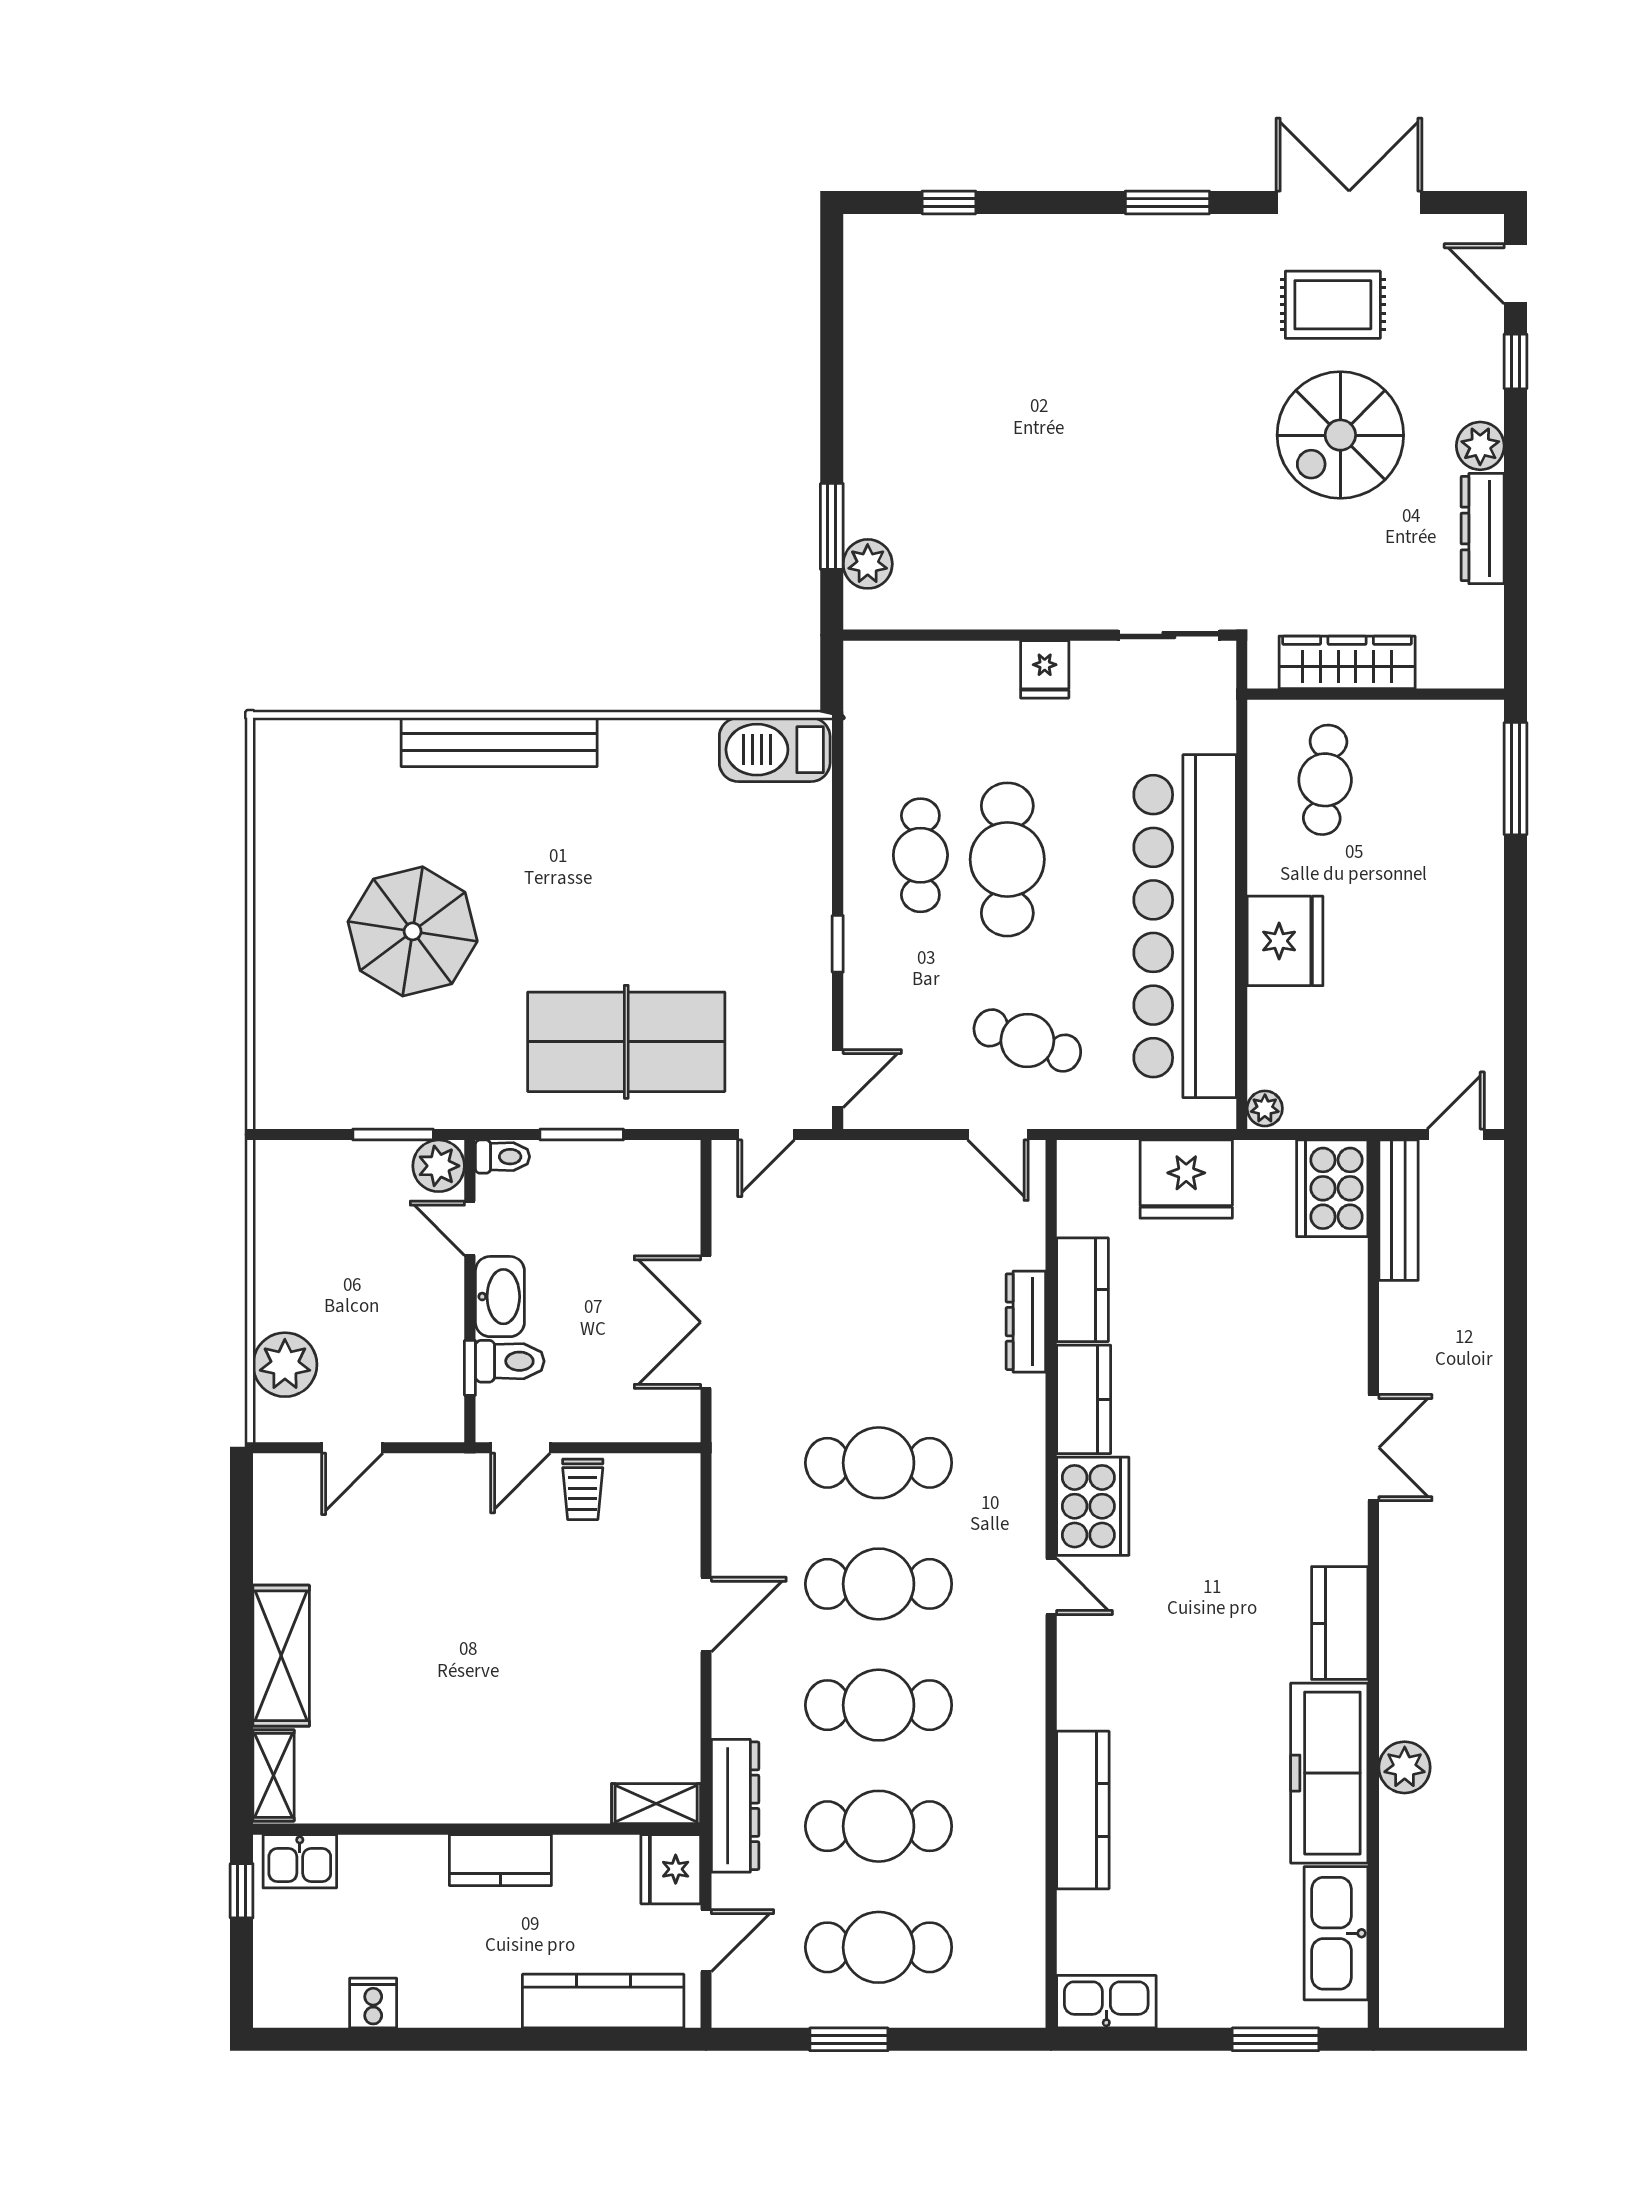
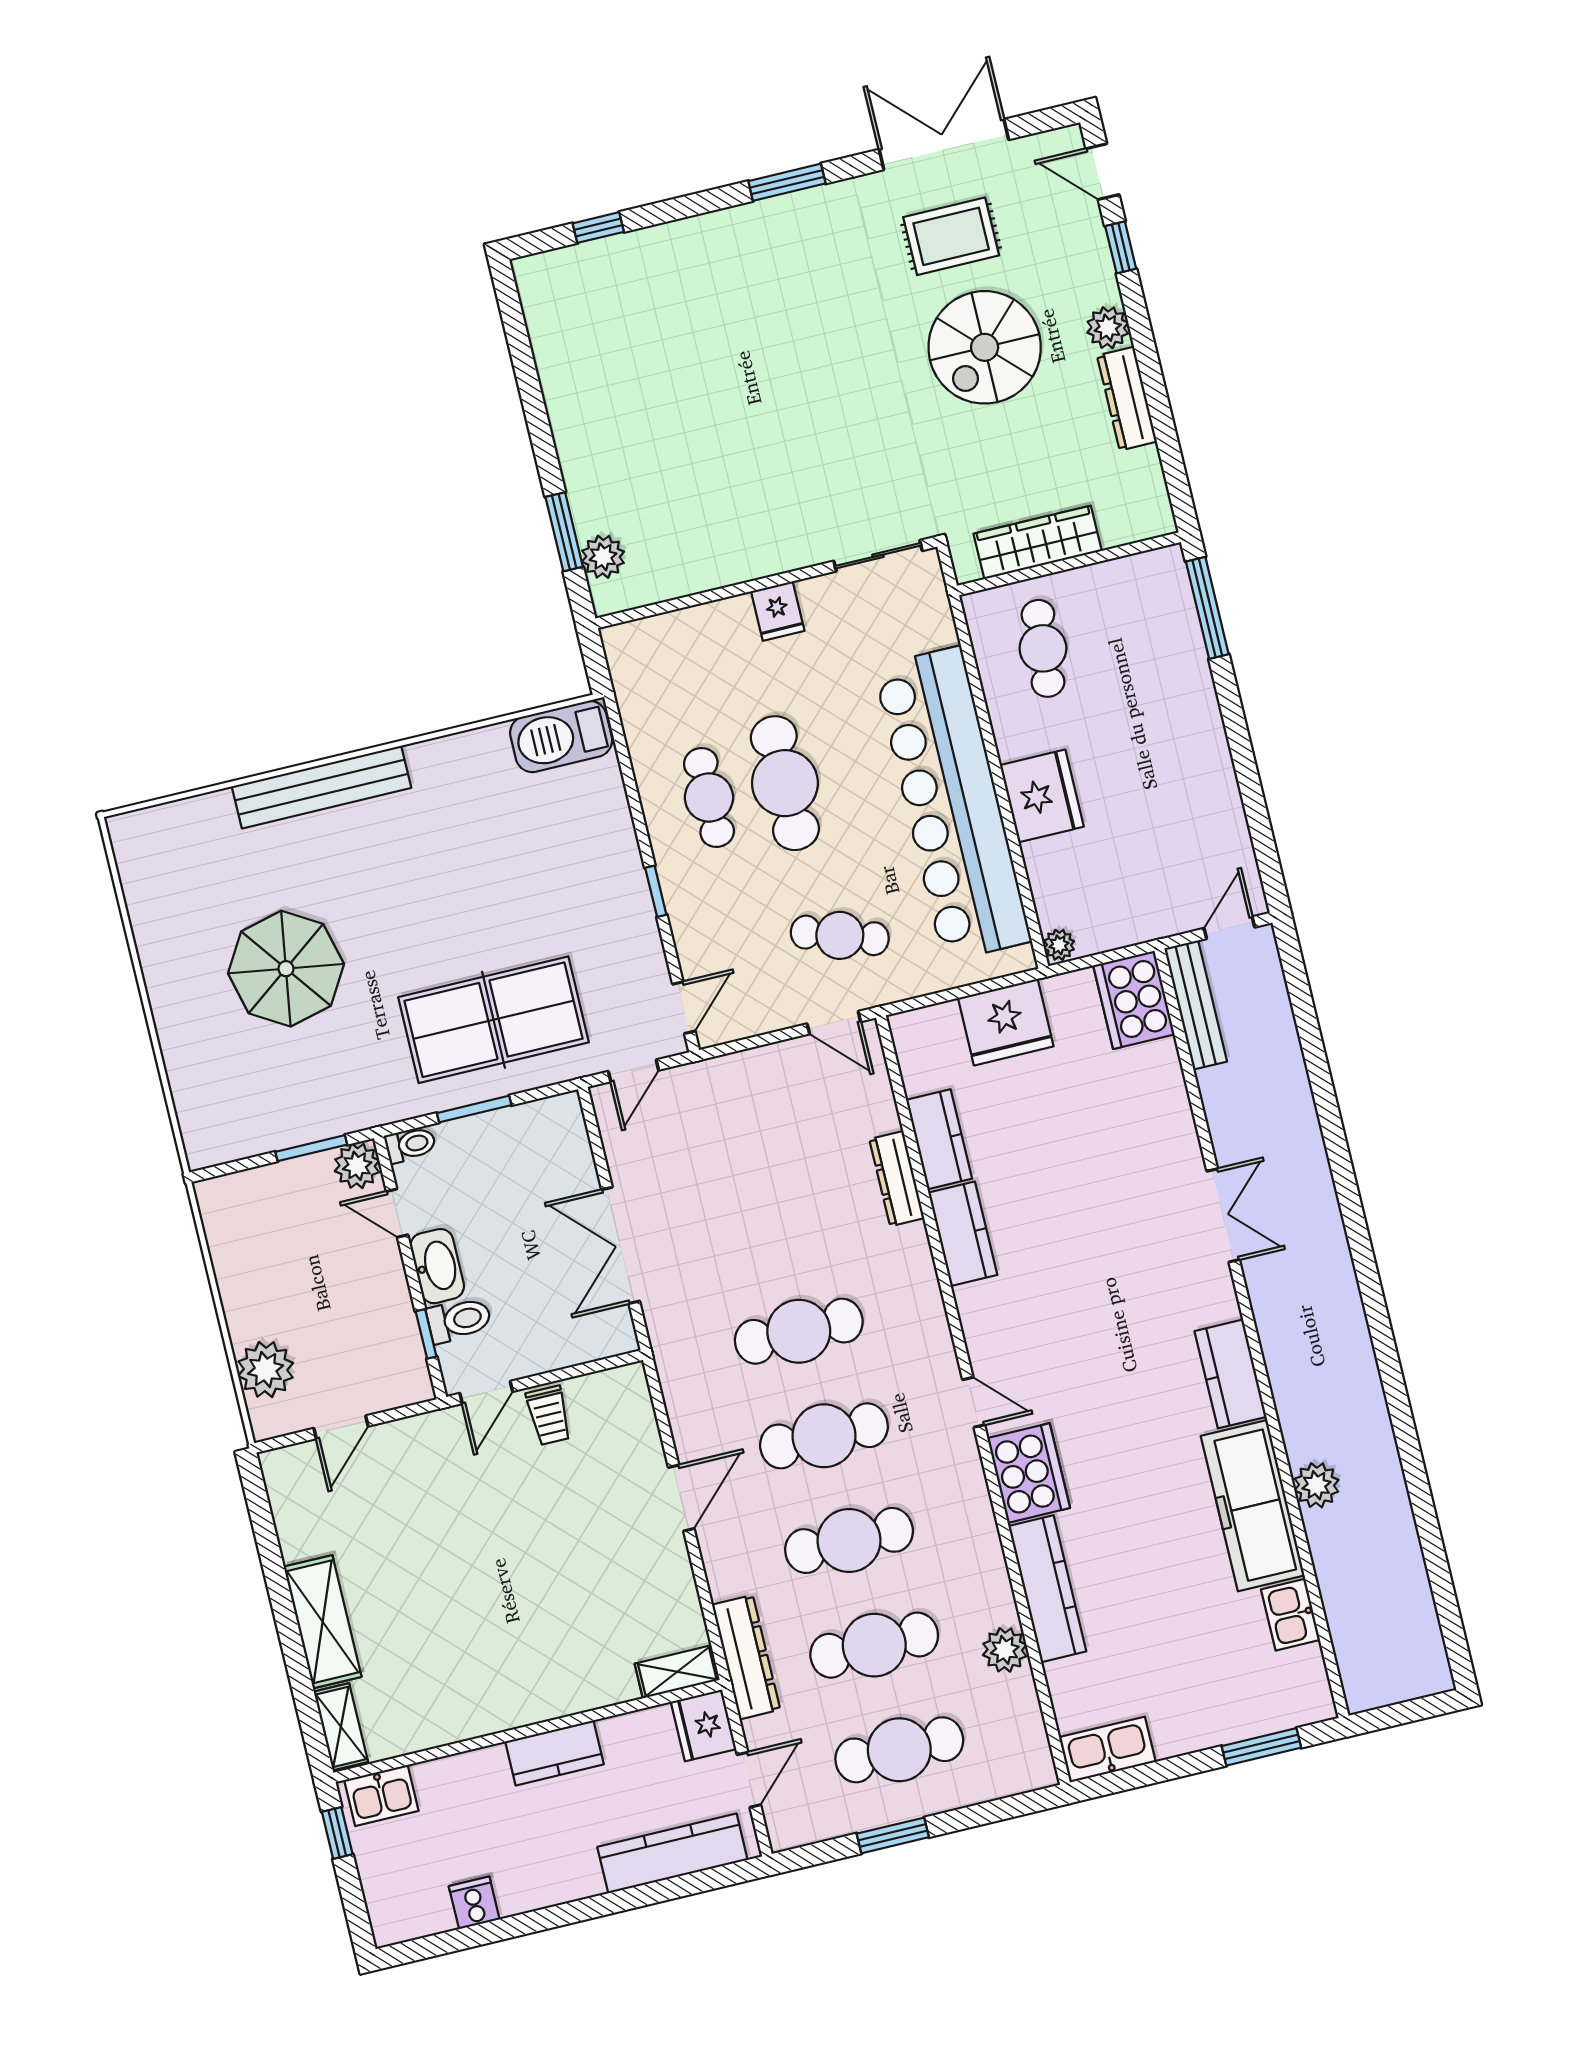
cooker: (1093, 1506) -> (1029, 1473), moved
plant: (1020, 1866) -> (1005, 1650), added
kitchen sink: (1336, 1933) -> (1291, 1615), width x0.53, depth x0.81

